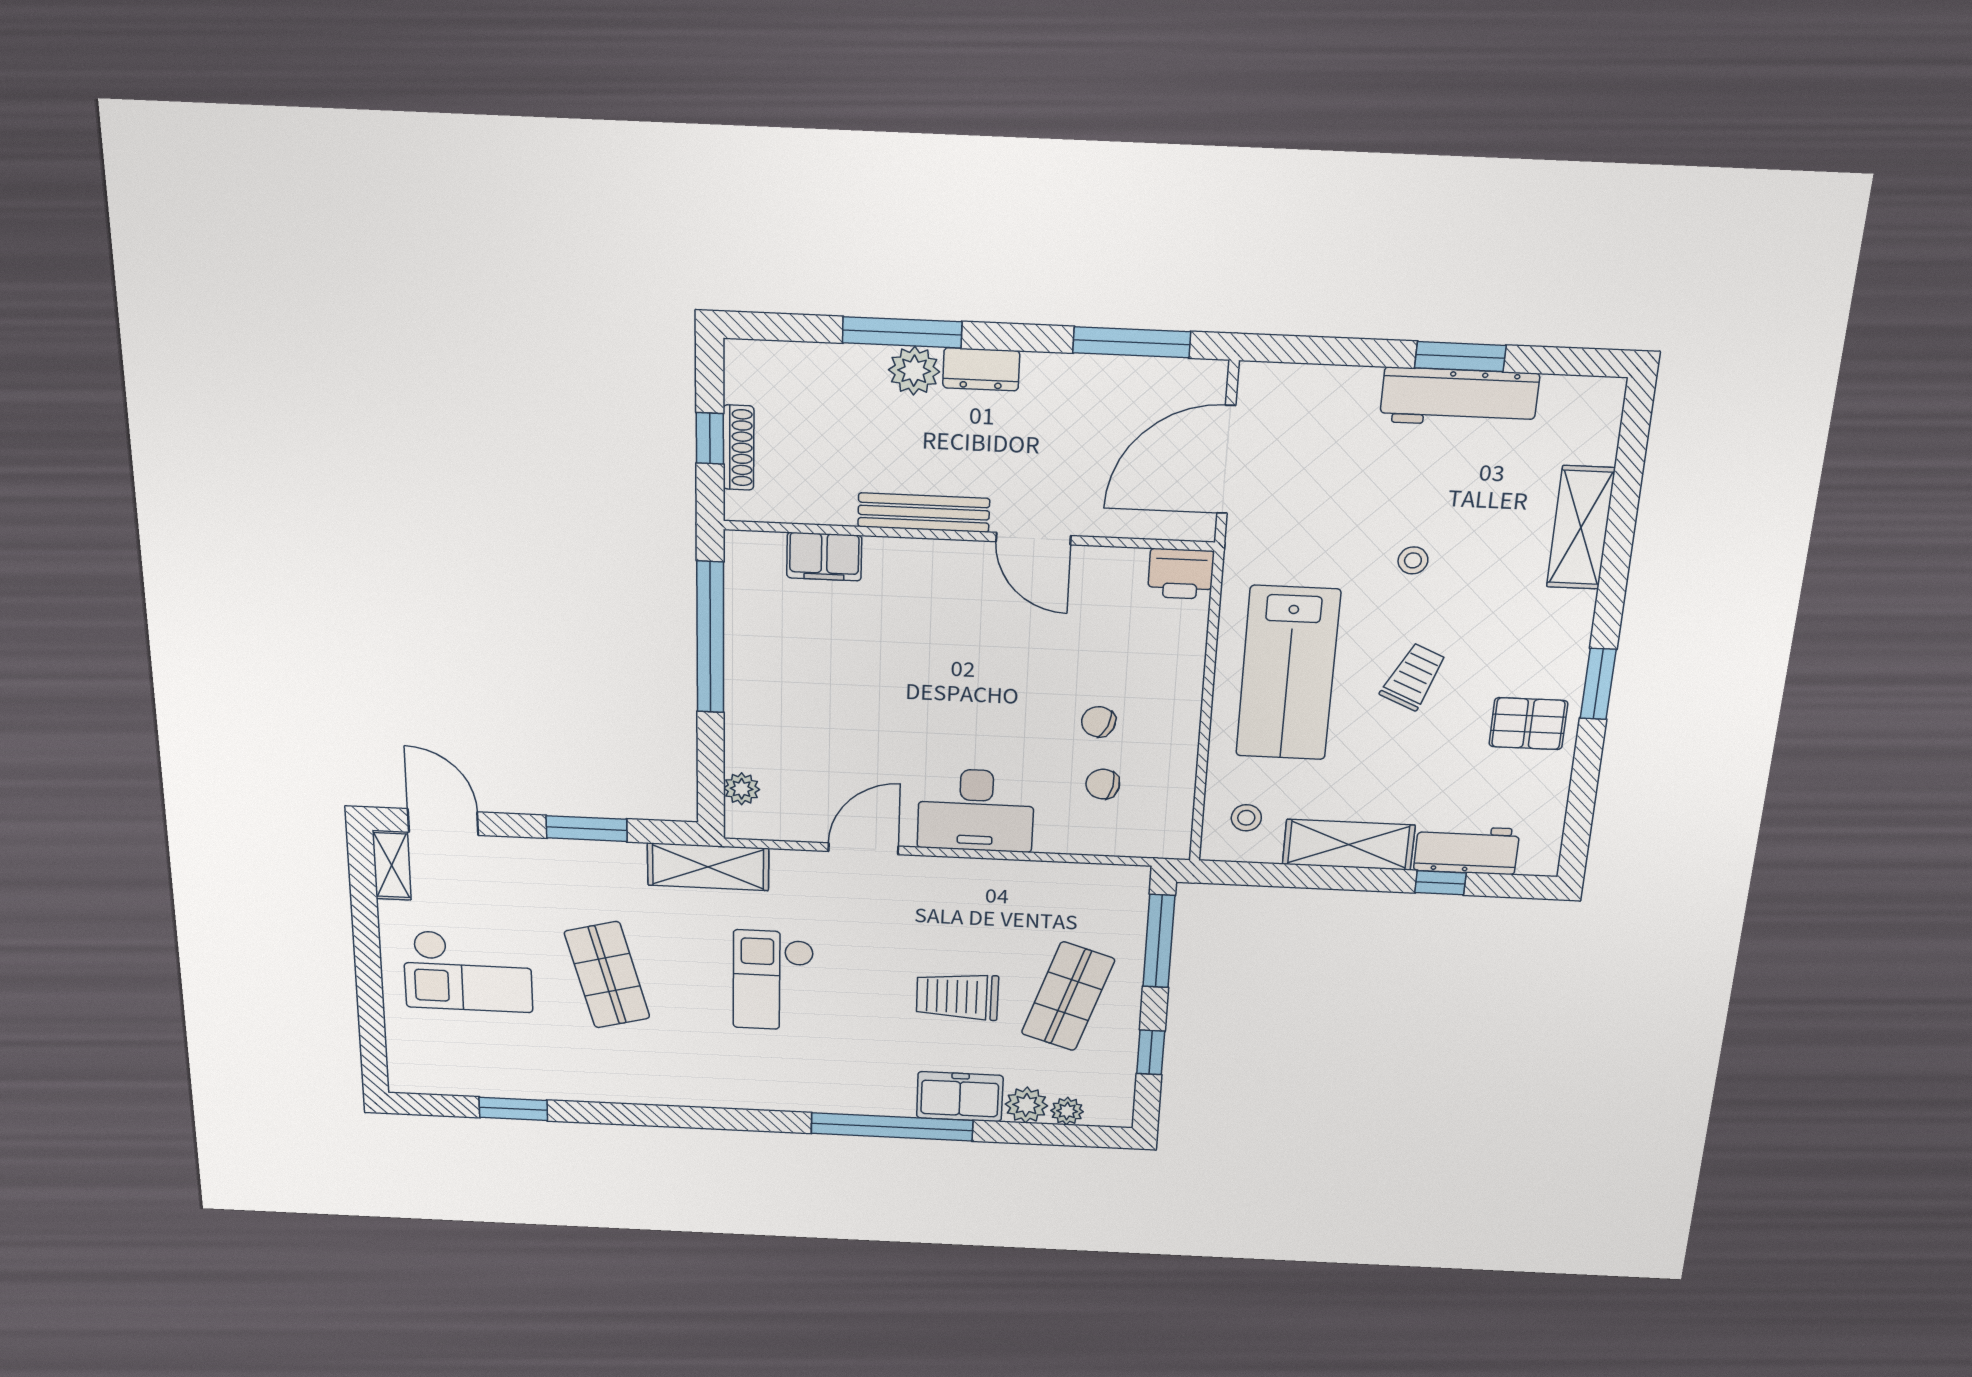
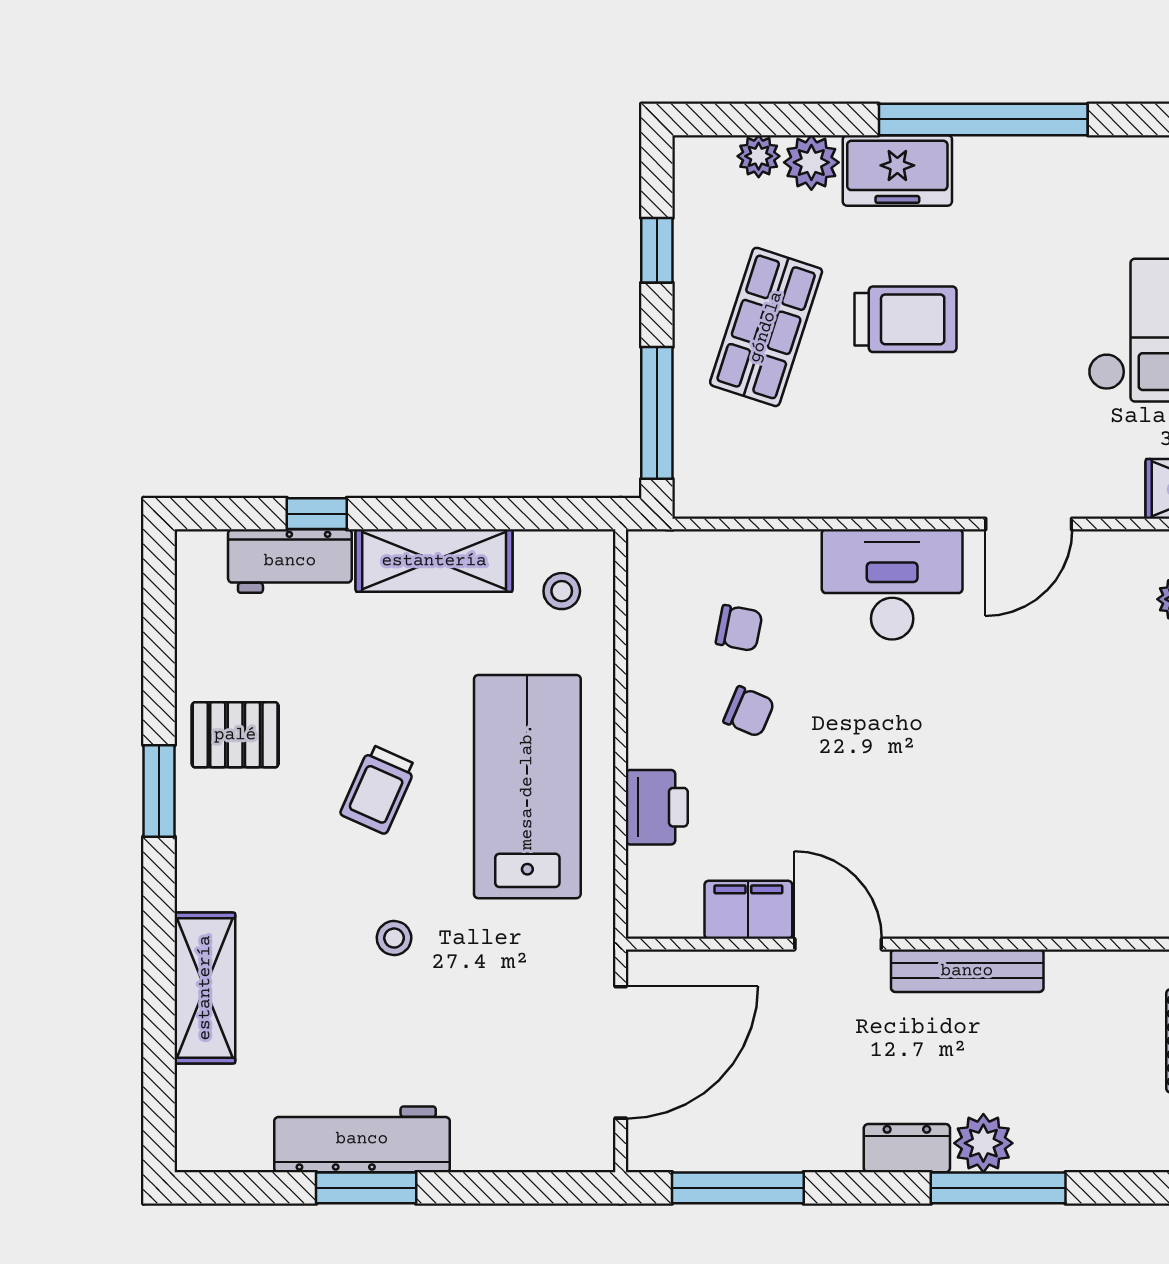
filing cabinet: (824, 557) -> (748, 910), moved
printer: (1181, 574) -> (657, 807), moved, turned 90

